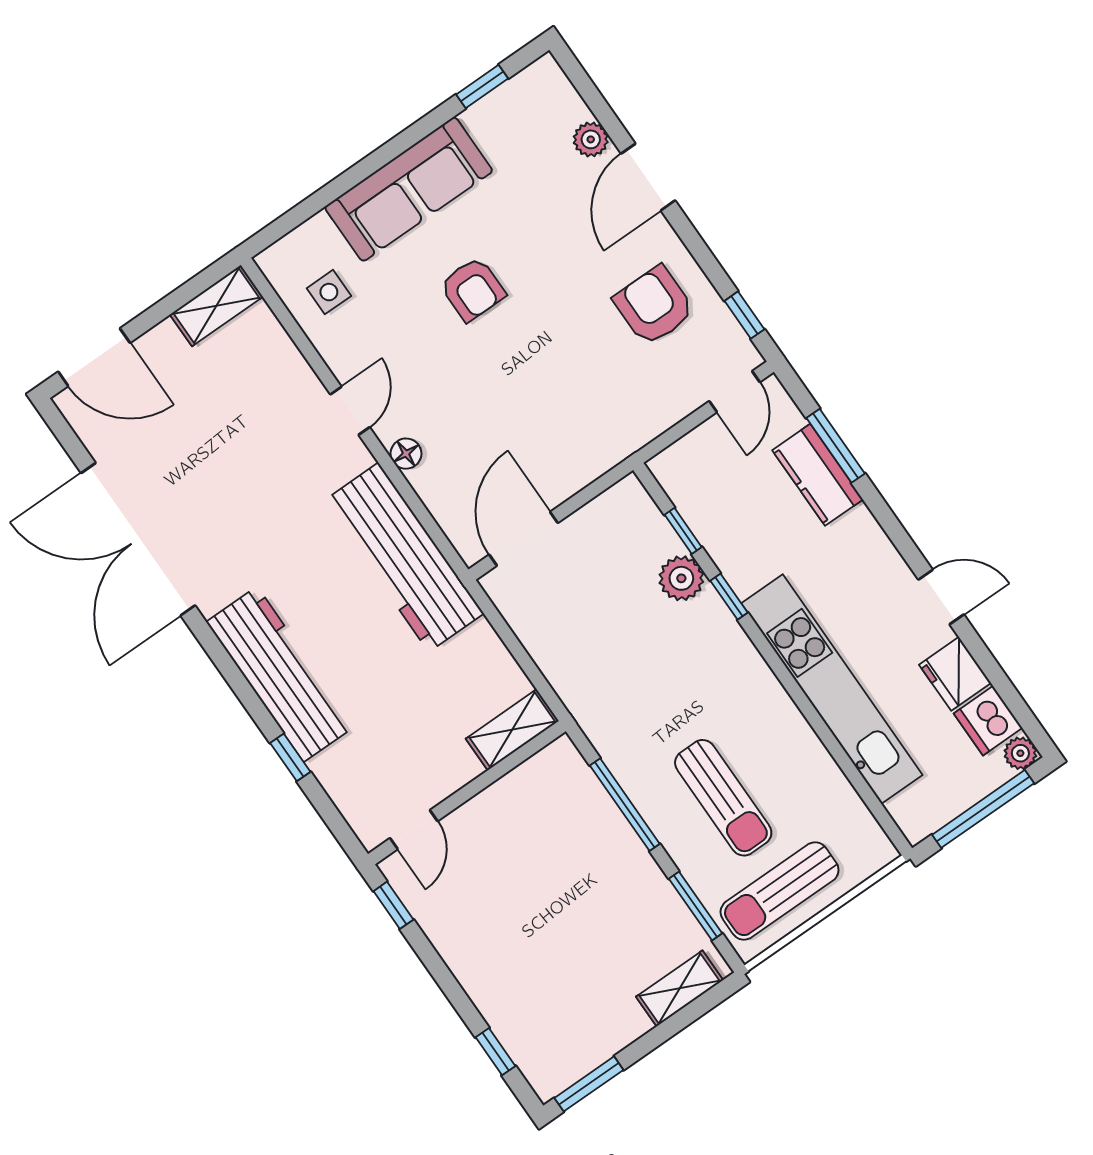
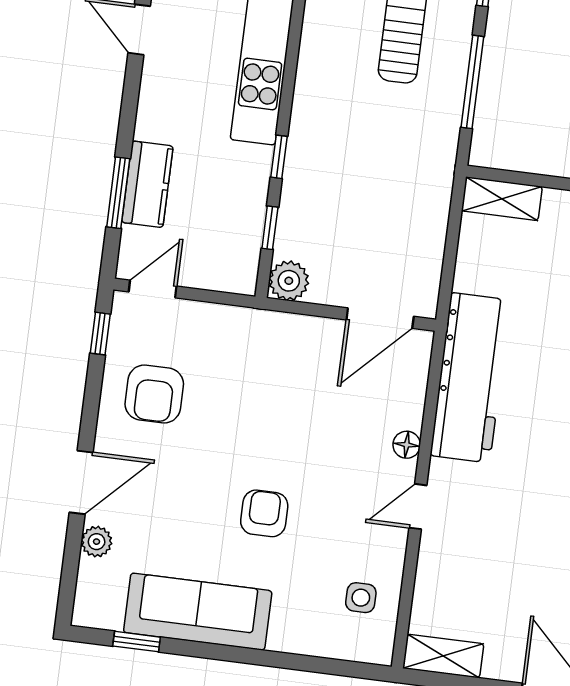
sofa: (409, 189) -> (198, 612), moved
plant: (681, 578) -> (289, 281), moved

